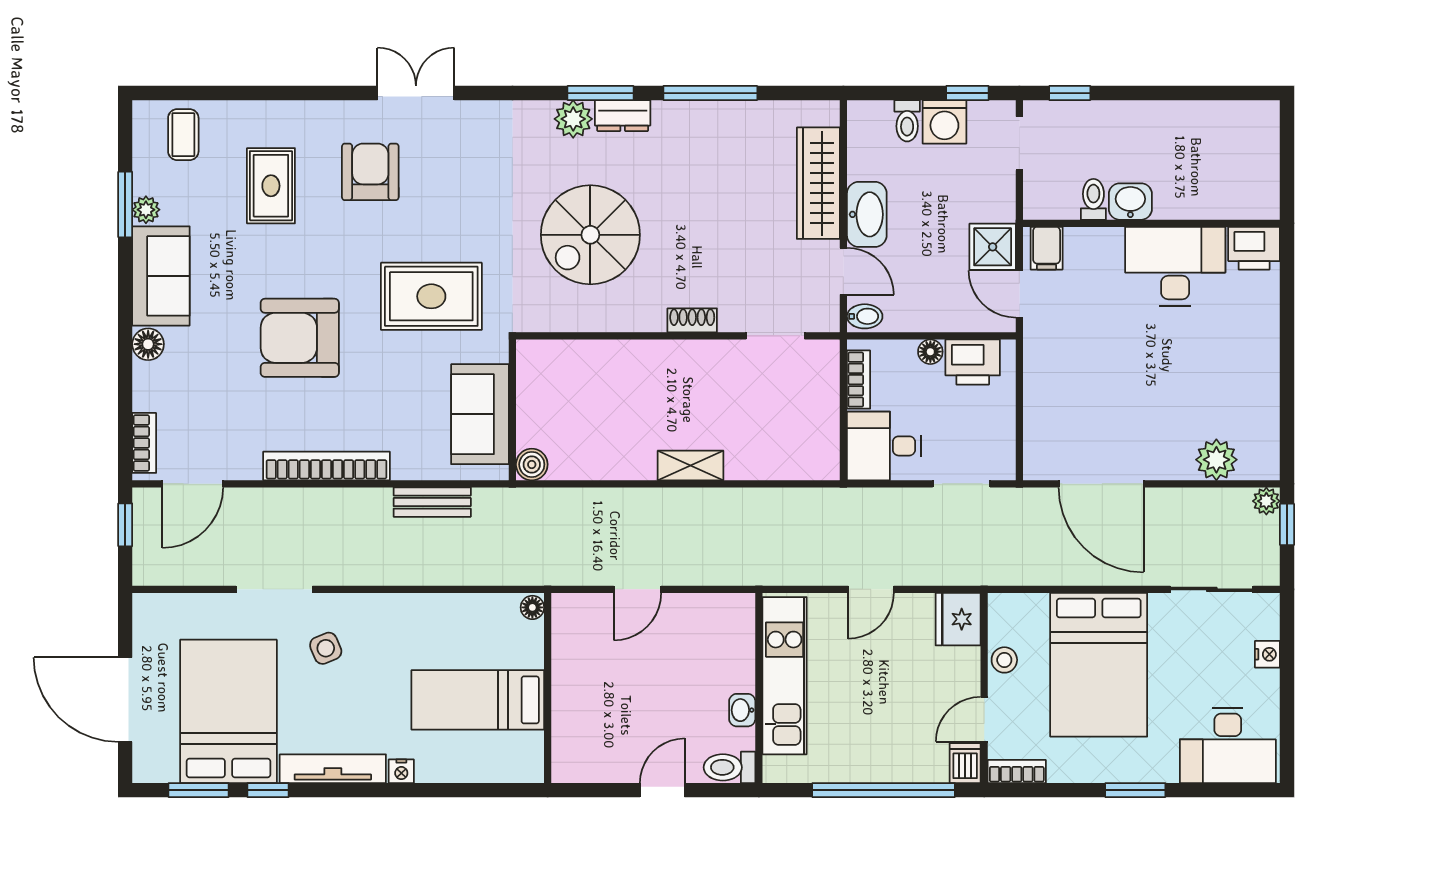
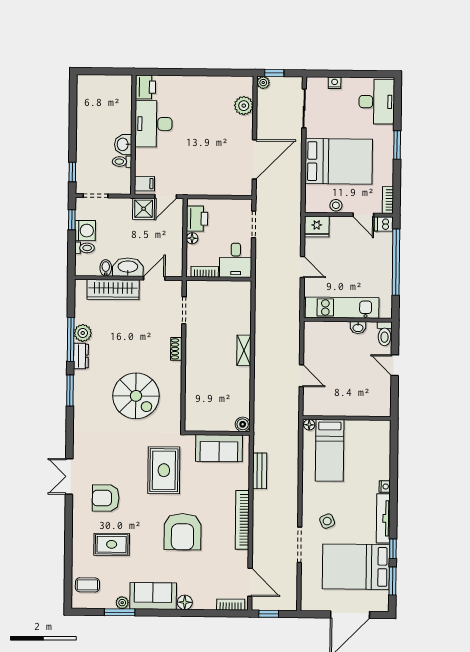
dresser: (623, 116) -> (81, 356), moved
plant: (573, 119) -> (83, 333), moved
bidet: (865, 316) -> (106, 268), moved
bed: (478, 700) -> (330, 450), moved

